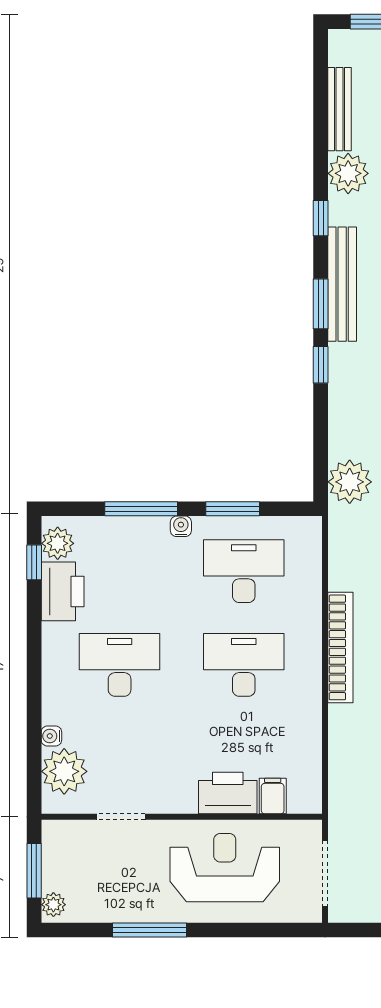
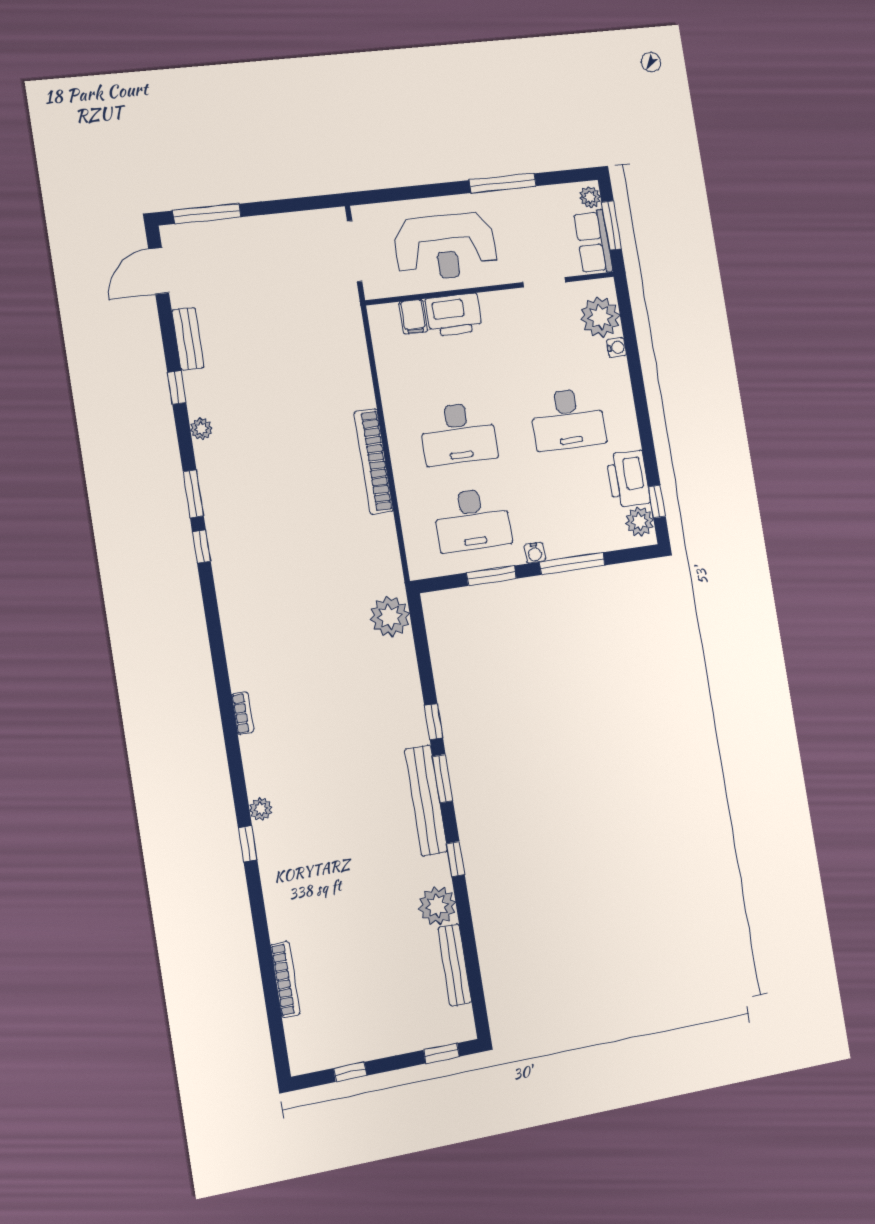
row of seats: (58, 855) -> (593, 242), added

